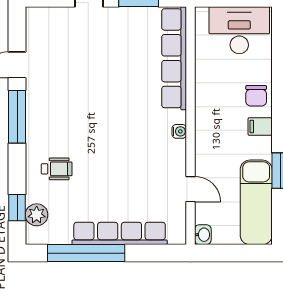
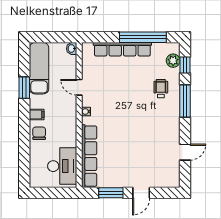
desk: (239, 30) -> (62, 166), moved, turned -90
window: (17, 117) -> (185, 101), moved
wheelchair: (57, 169) -> (161, 89), turned 90
door: (191, 189) -> (79, 87), moved

